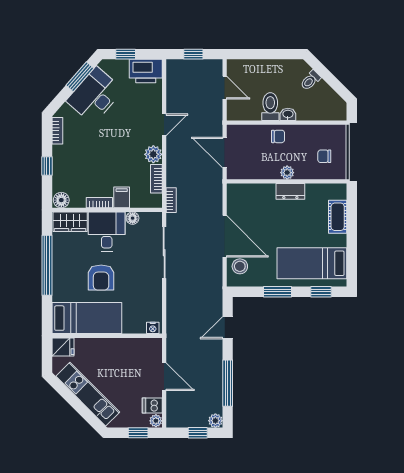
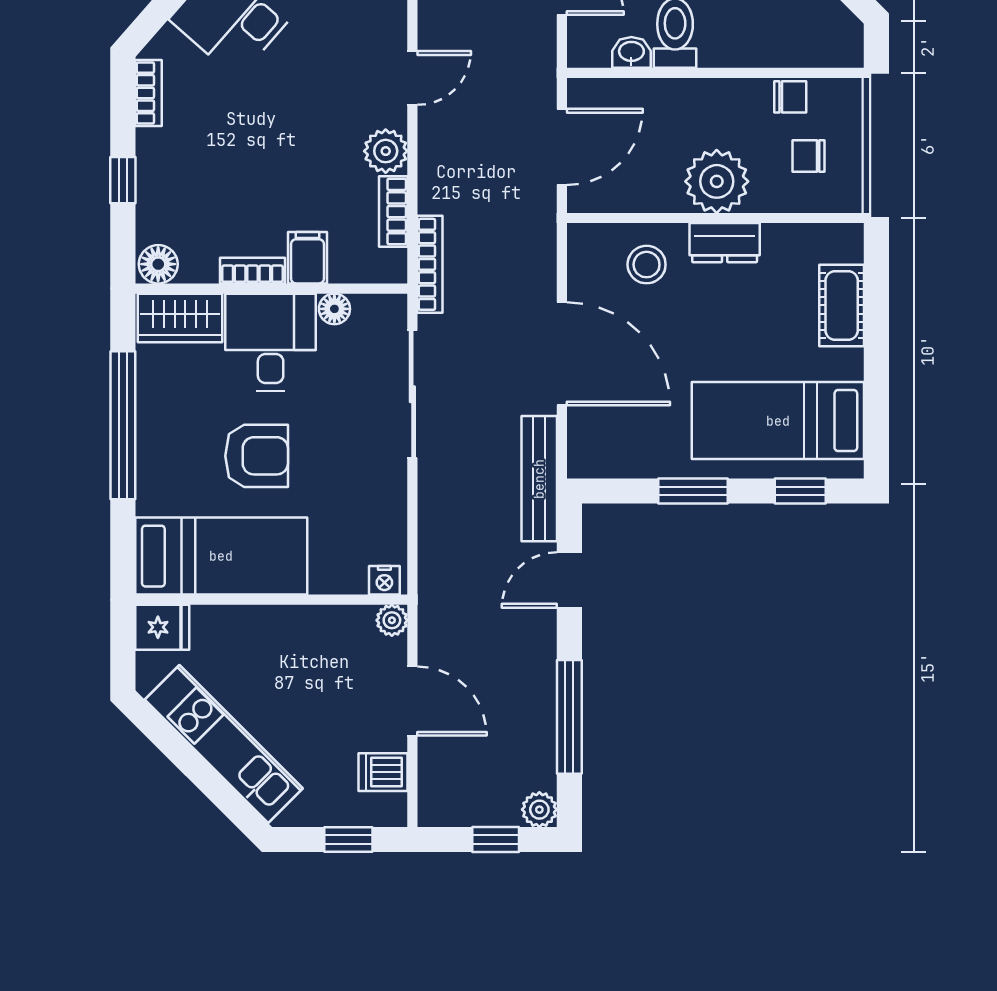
washbasin: (288, 114) -> (631, 52), moved
chair: (278, 136) -> (790, 97), moved
door: (225, 153) -> (562, 147), swing flipped
plant: (287, 173) -> (717, 181), width x1.87, depth x1.87
bookcase: (171, 200) -> (430, 264), width x1.56
stool: (240, 266) -> (647, 265), moved
armchair: (101, 278) -> (257, 456), turned -90
bench: (215, 287) -> (539, 479), added
plant: (156, 421) -> (392, 620), moved

